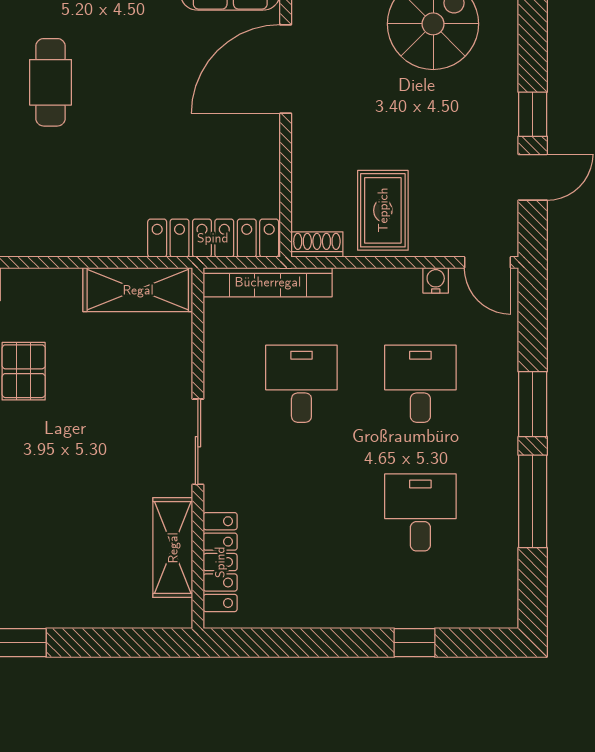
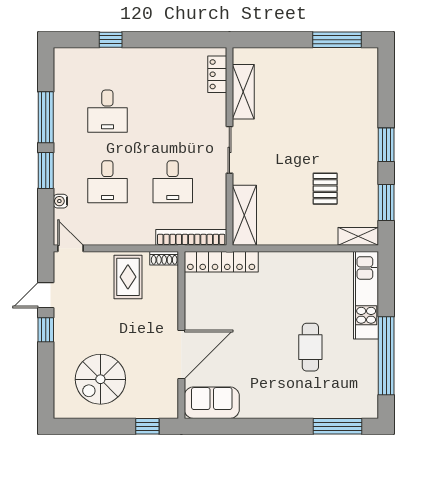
water cooler: (436, 280) -> (60, 201), moved, turned 90
shelving: (138, 290) -> (244, 215), moved, turned 90
locker: (220, 562) -> (217, 74), width x0.66

